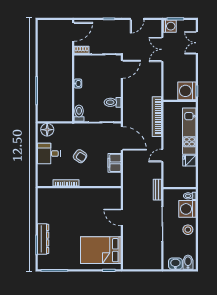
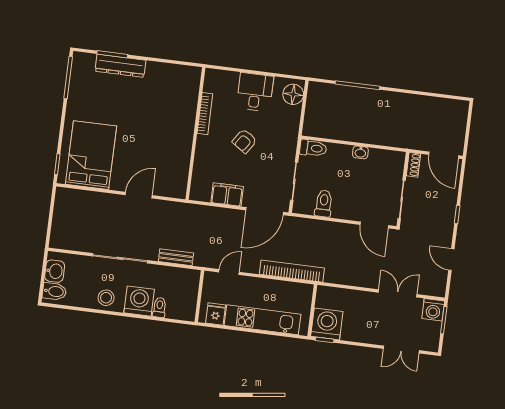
double door: (197, 43) -> (401, 350), swing flipped
door: (162, 156) -> (229, 272), hinge flipped
wall: (180, 188) -> (199, 296), moved

